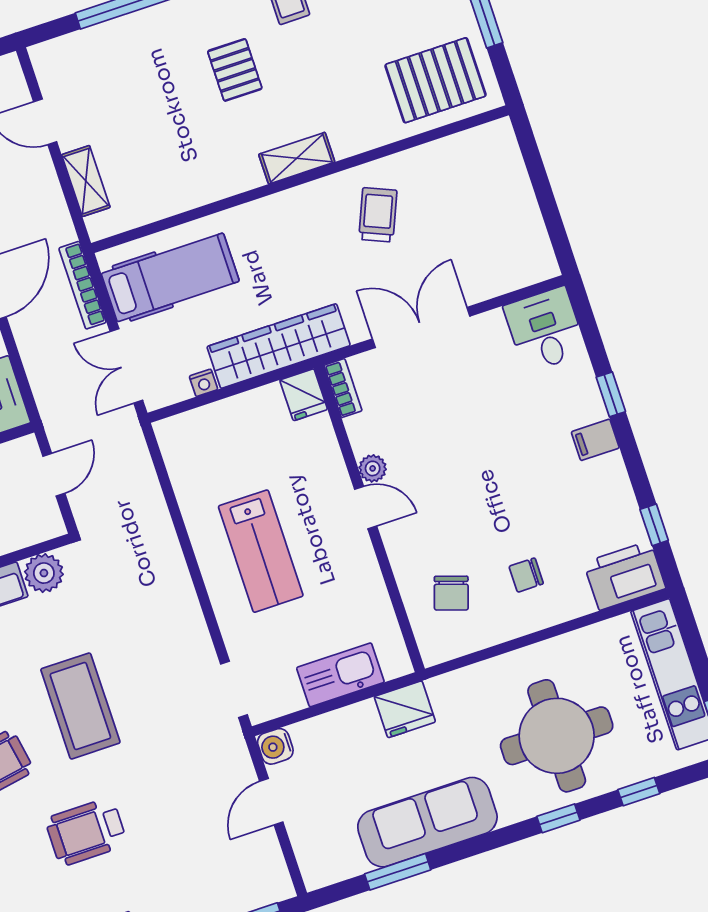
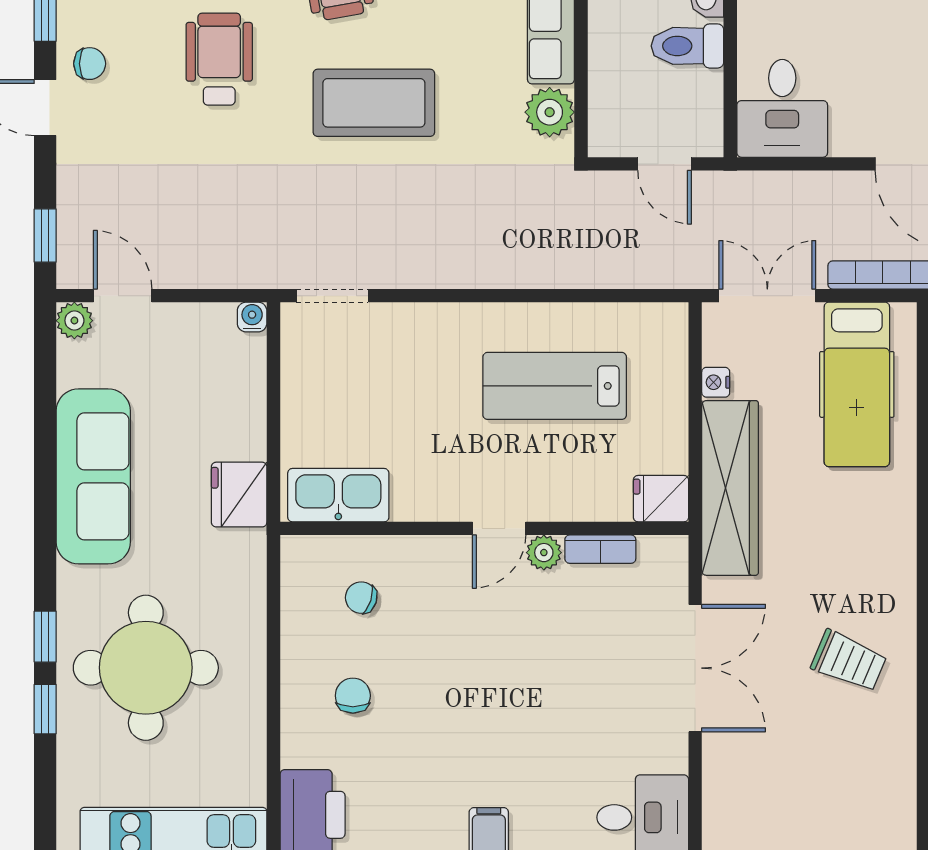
bookcase: (343, 388) -> (600, 549), moved
lab bench: (261, 551) -> (555, 386), moved
chair: (451, 593) -> (361, 598), width x0.73, depth x0.73
kitchen sink: (340, 675) -> (338, 495), moved, turned -90
water cooler: (275, 746) -> (252, 317), width x0.72, depth x0.72
window: (639, 792) -> (45, 709), moved
door: (271, 802) -> (123, 296), moved
window: (398, 872) -> (45, 420), removed
plant: (316, 875) -> (74, 321), added

